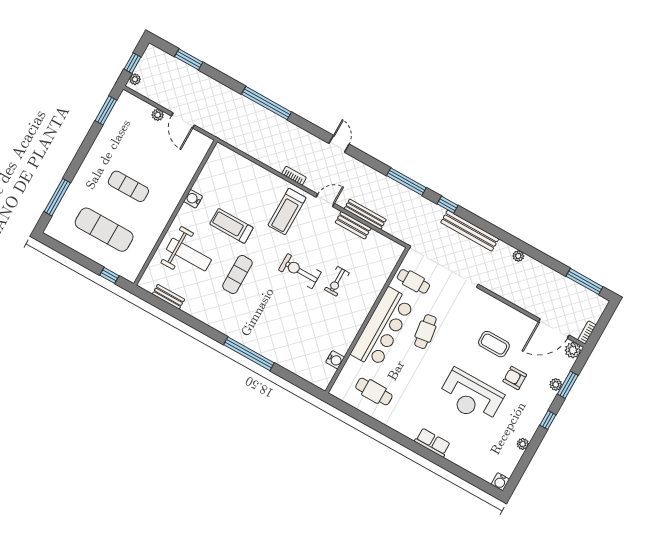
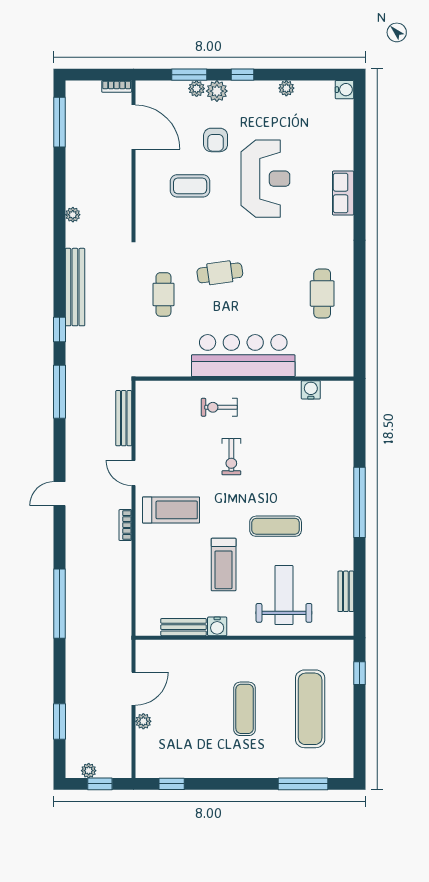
plant: (135, 79) -> (89, 771), moved
window: (106, 110) -> (172, 784), width x0.67
bench: (353, 225) -> (184, 627), moved, turned 90
exercise bike: (300, 271) -> (231, 457), width x0.73, depth x0.72
exercise bike: (337, 281) -> (219, 407), turned 180
cafe table: (413, 281) -> (163, 294), moved
wall: (367, 320) -> (245, 379), moved
bar counter: (383, 328) -> (243, 356), moved
coffee table: (494, 344) -> (190, 186), turned 90
plant: (573, 350) -> (217, 91), moved
window: (249, 354) -> (359, 502), moved
water cooler: (335, 360) -> (311, 390), moved

